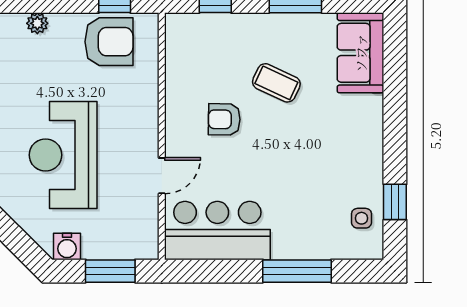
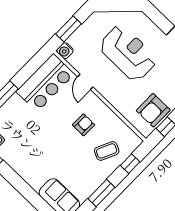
coffee table: (276, 83) -> (107, 151), moved
water cooler: (67, 246) -> (65, 51), moved, turned -90

